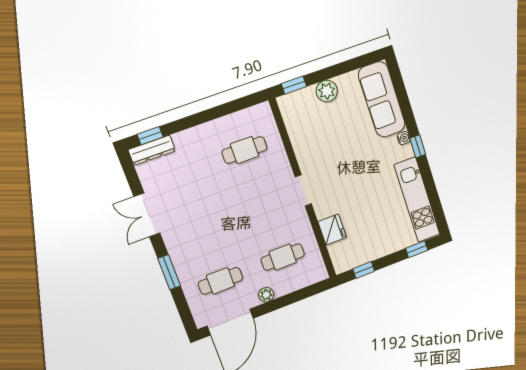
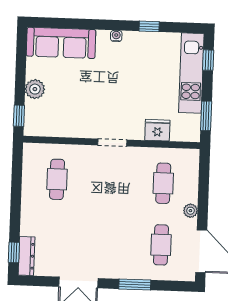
water cooler: (404, 138) -> (116, 36), moved
window: (418, 146) -> (149, 26), moved
kitchen unit: (417, 200) -> (191, 73), moved, turned 90
window: (364, 270) -> (206, 116), width x1.50

